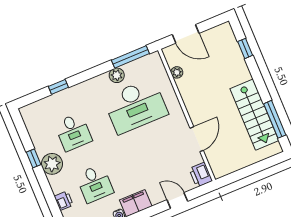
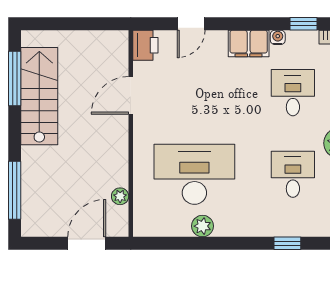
door: (186, 34) -> (87, 243), hinge flipped
window: (245, 48) -> (15, 190), width x2.17
window: (130, 57) -> (174, 243), removed
door: (177, 200) -> (191, 24), hinge flipped

